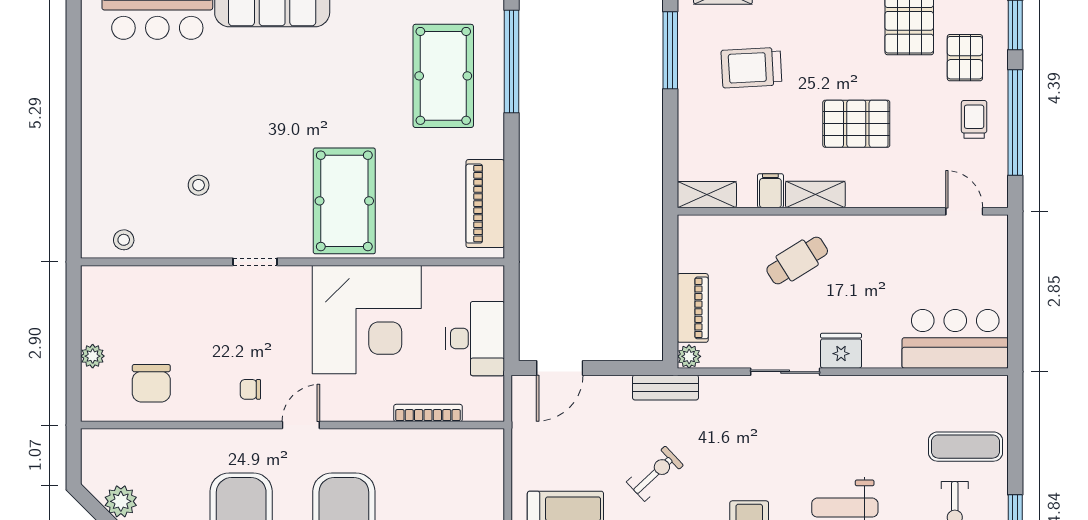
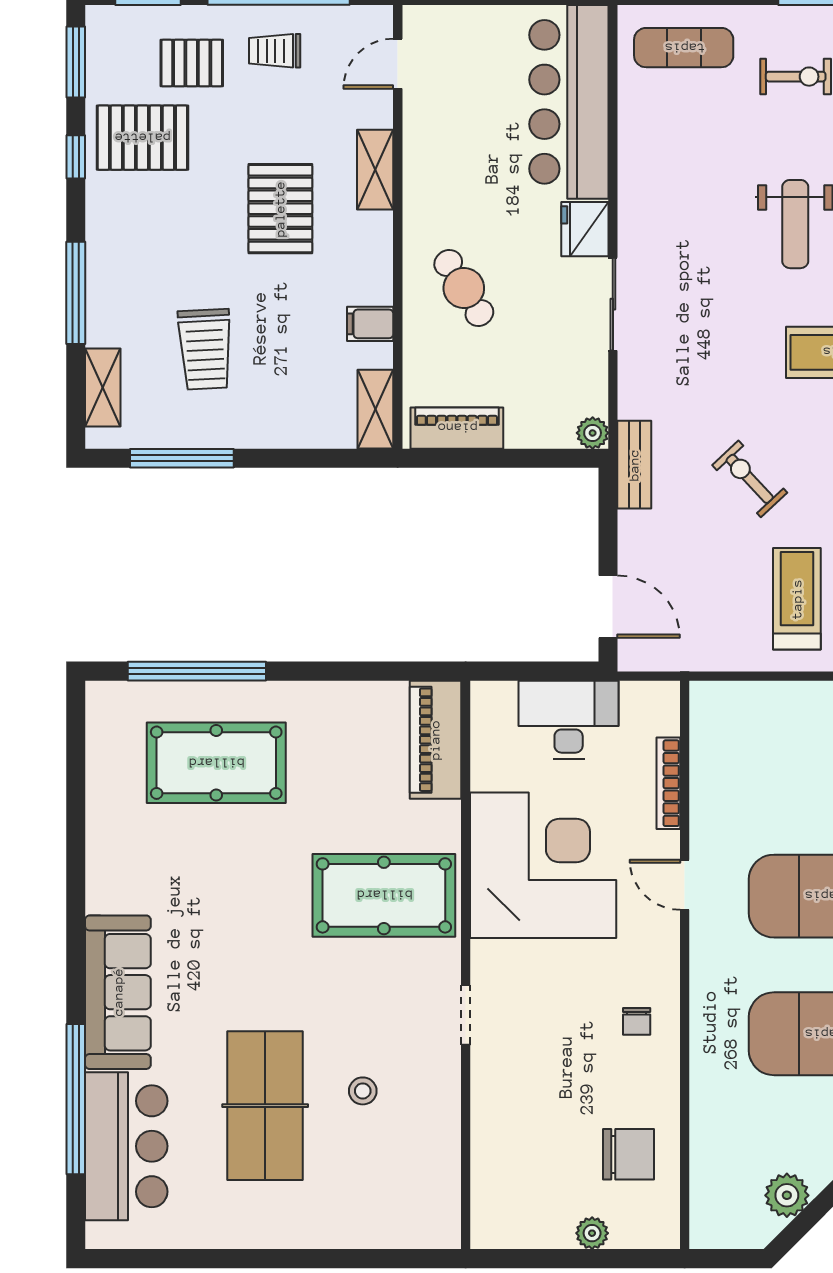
table tennis table: (188, 112) -> (265, 1106), added
shelving: (815, 194) -> (375, 170), moved
piano: (485, 204) -> (435, 740), moved, turned 90
stool: (124, 240) -> (436, 1191), removed
piano: (693, 308) -> (457, 428), moved
bar counter: (955, 339) -> (569, 102), width x1.36
door: (301, 425) -> (685, 885), moved
exercise mat: (966, 447) -> (684, 48), moved, turned 90

